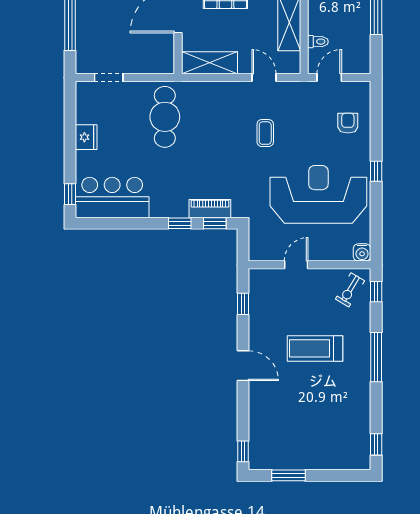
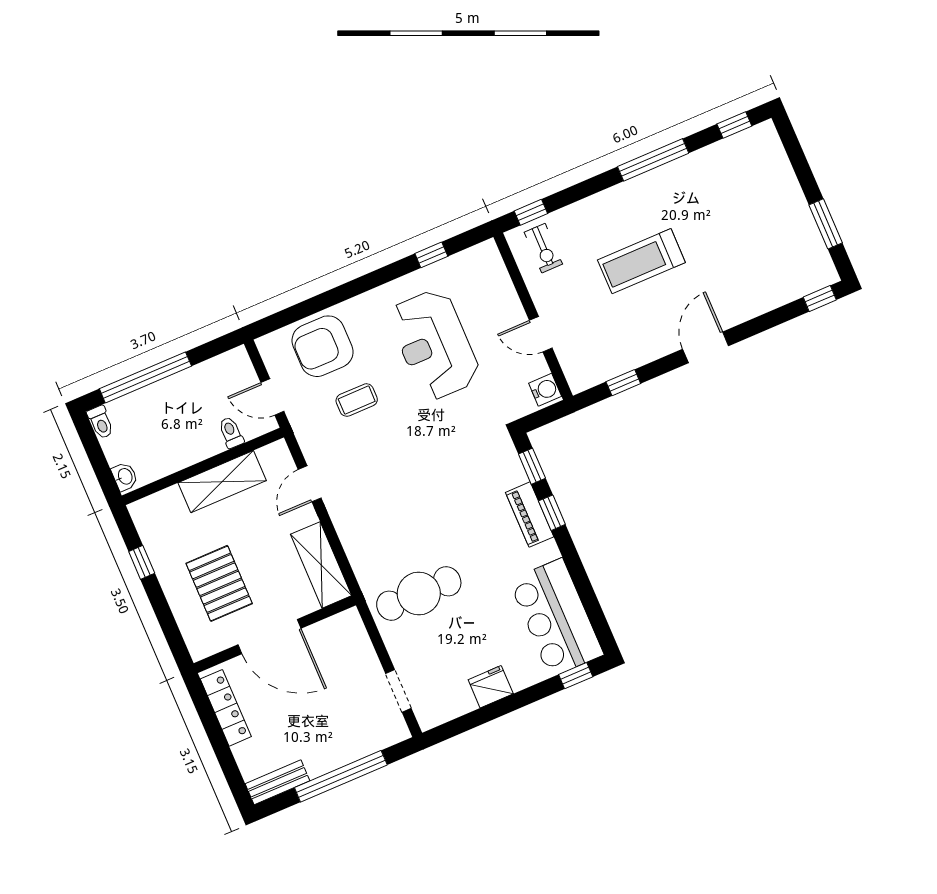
armchair: (348, 123) -> (323, 346), width x1.88, depth x1.88
coffee table: (265, 133) -> (357, 400), moved
window: (376, 171) -> (431, 255), moved
reception desk: (318, 194) -> (434, 345), width x0.74, depth x0.77
piano: (210, 209) -> (530, 515), moved
water cooler: (362, 252) -> (545, 390), moved
exercise bike: (350, 290) -> (543, 248), turned 59
treadmill: (315, 348) -> (641, 261), turned 90
window: (376, 357) -> (653, 160), moved

